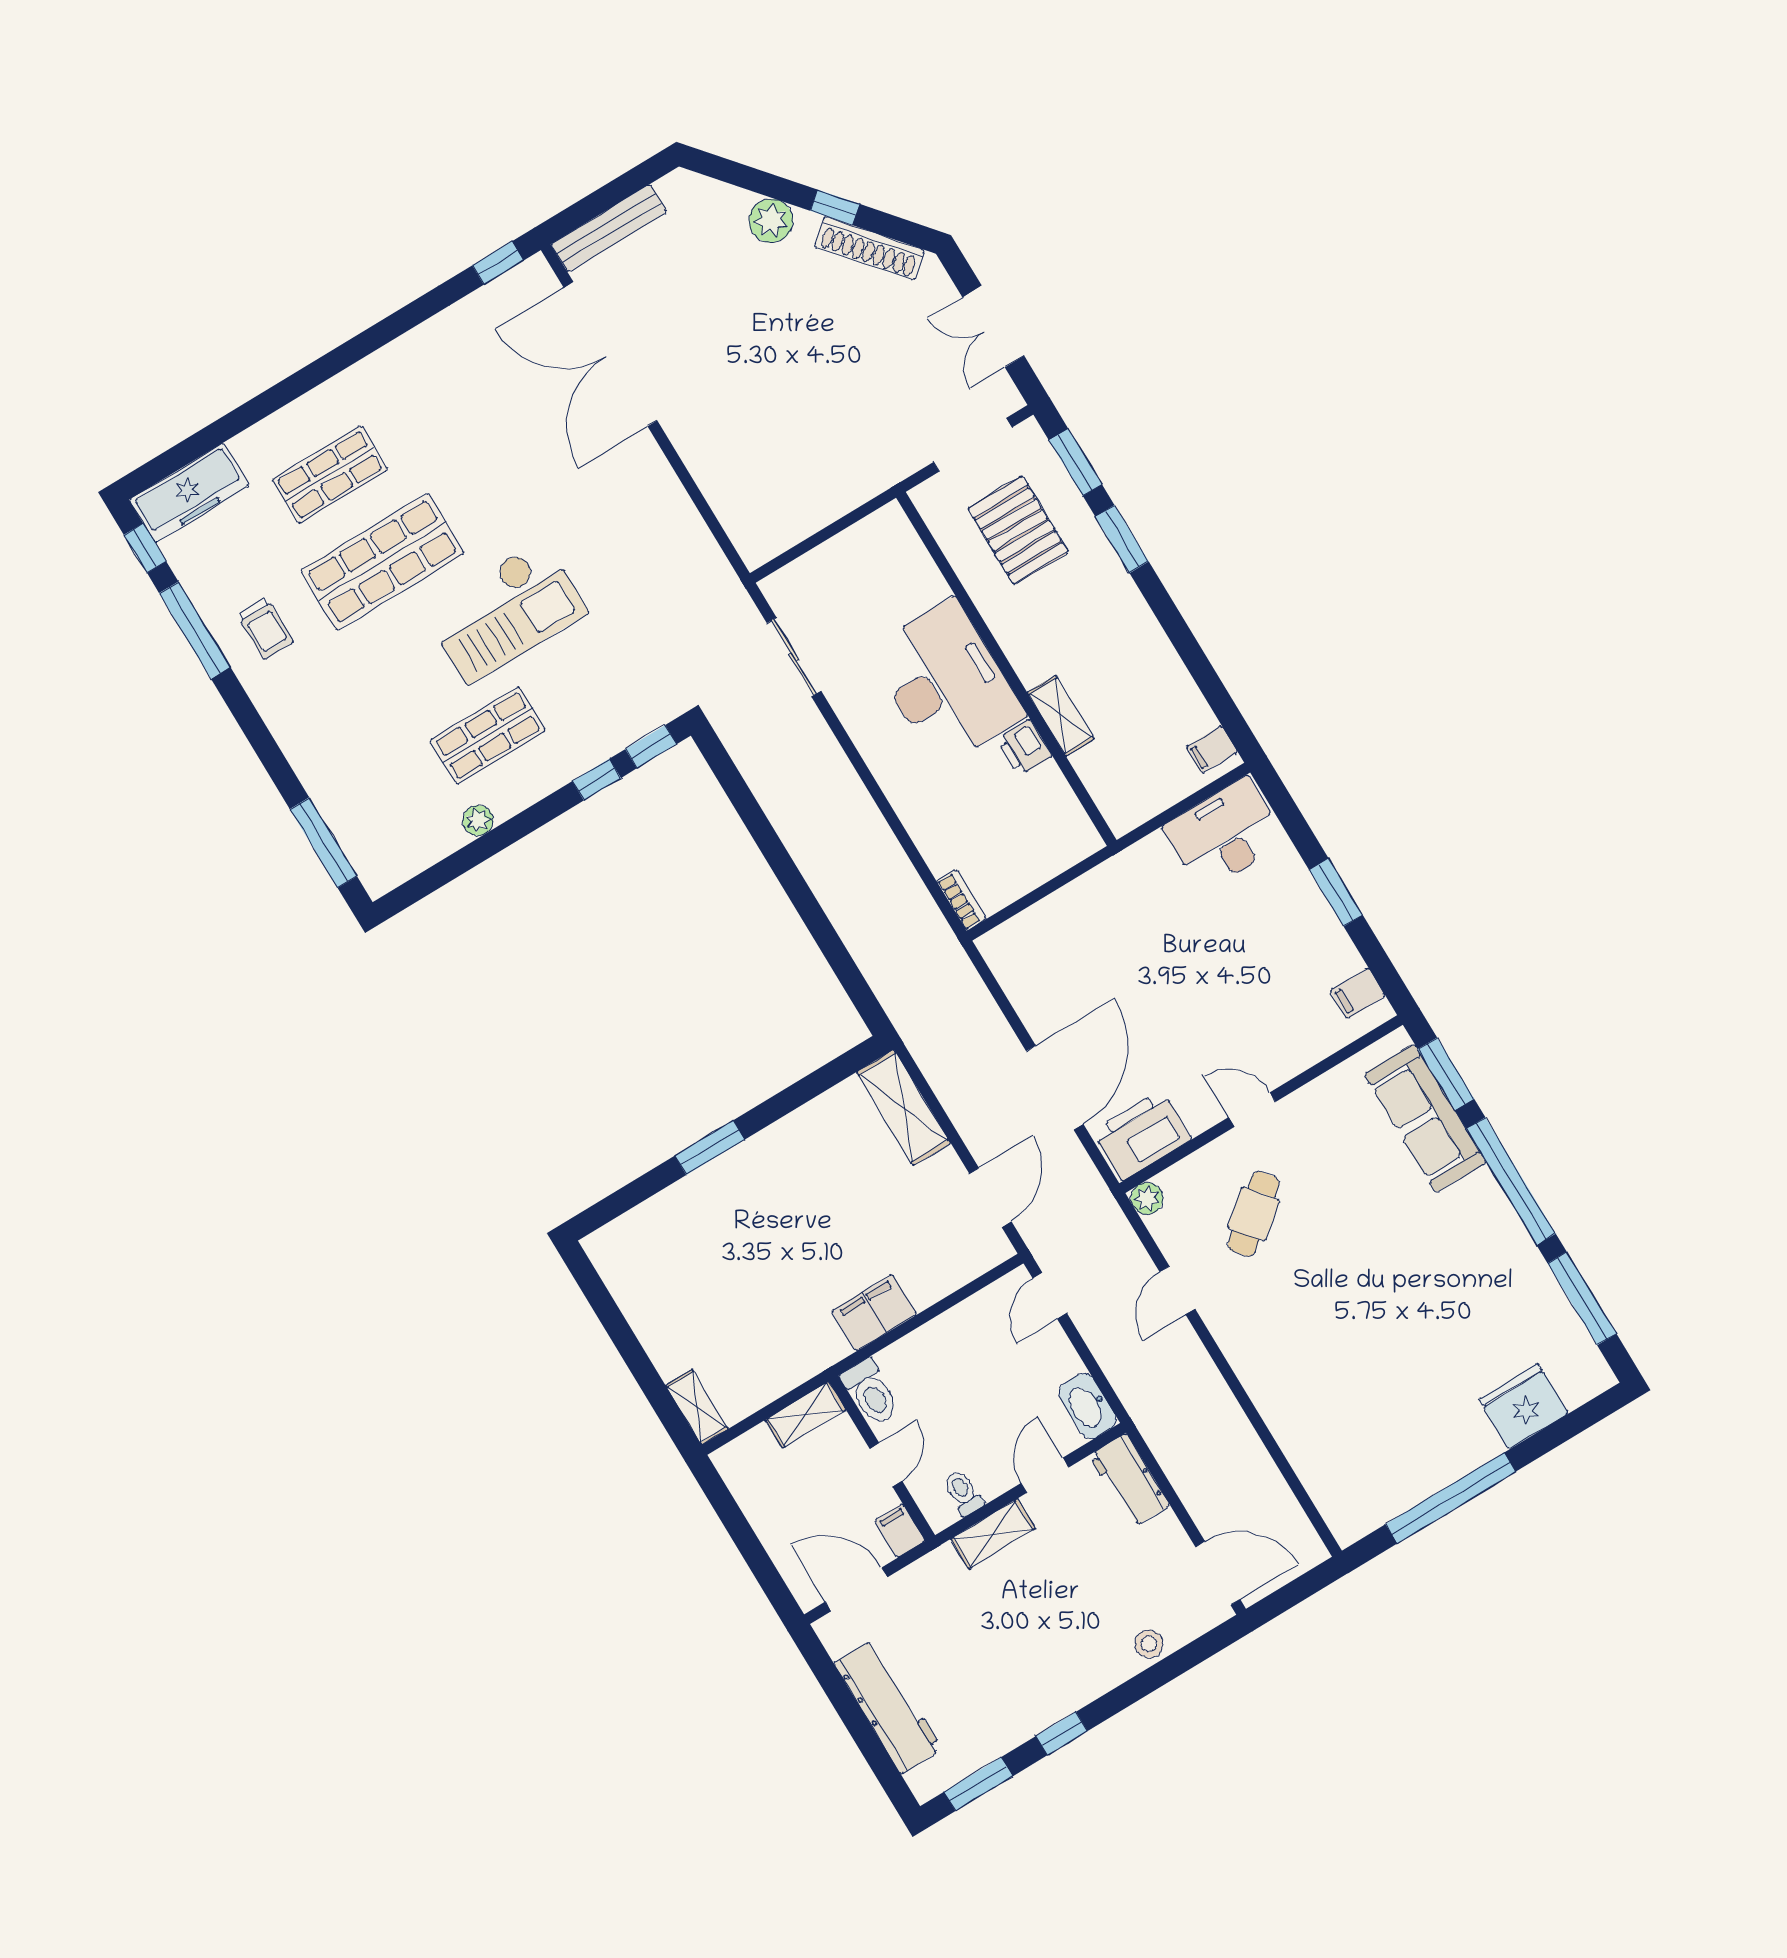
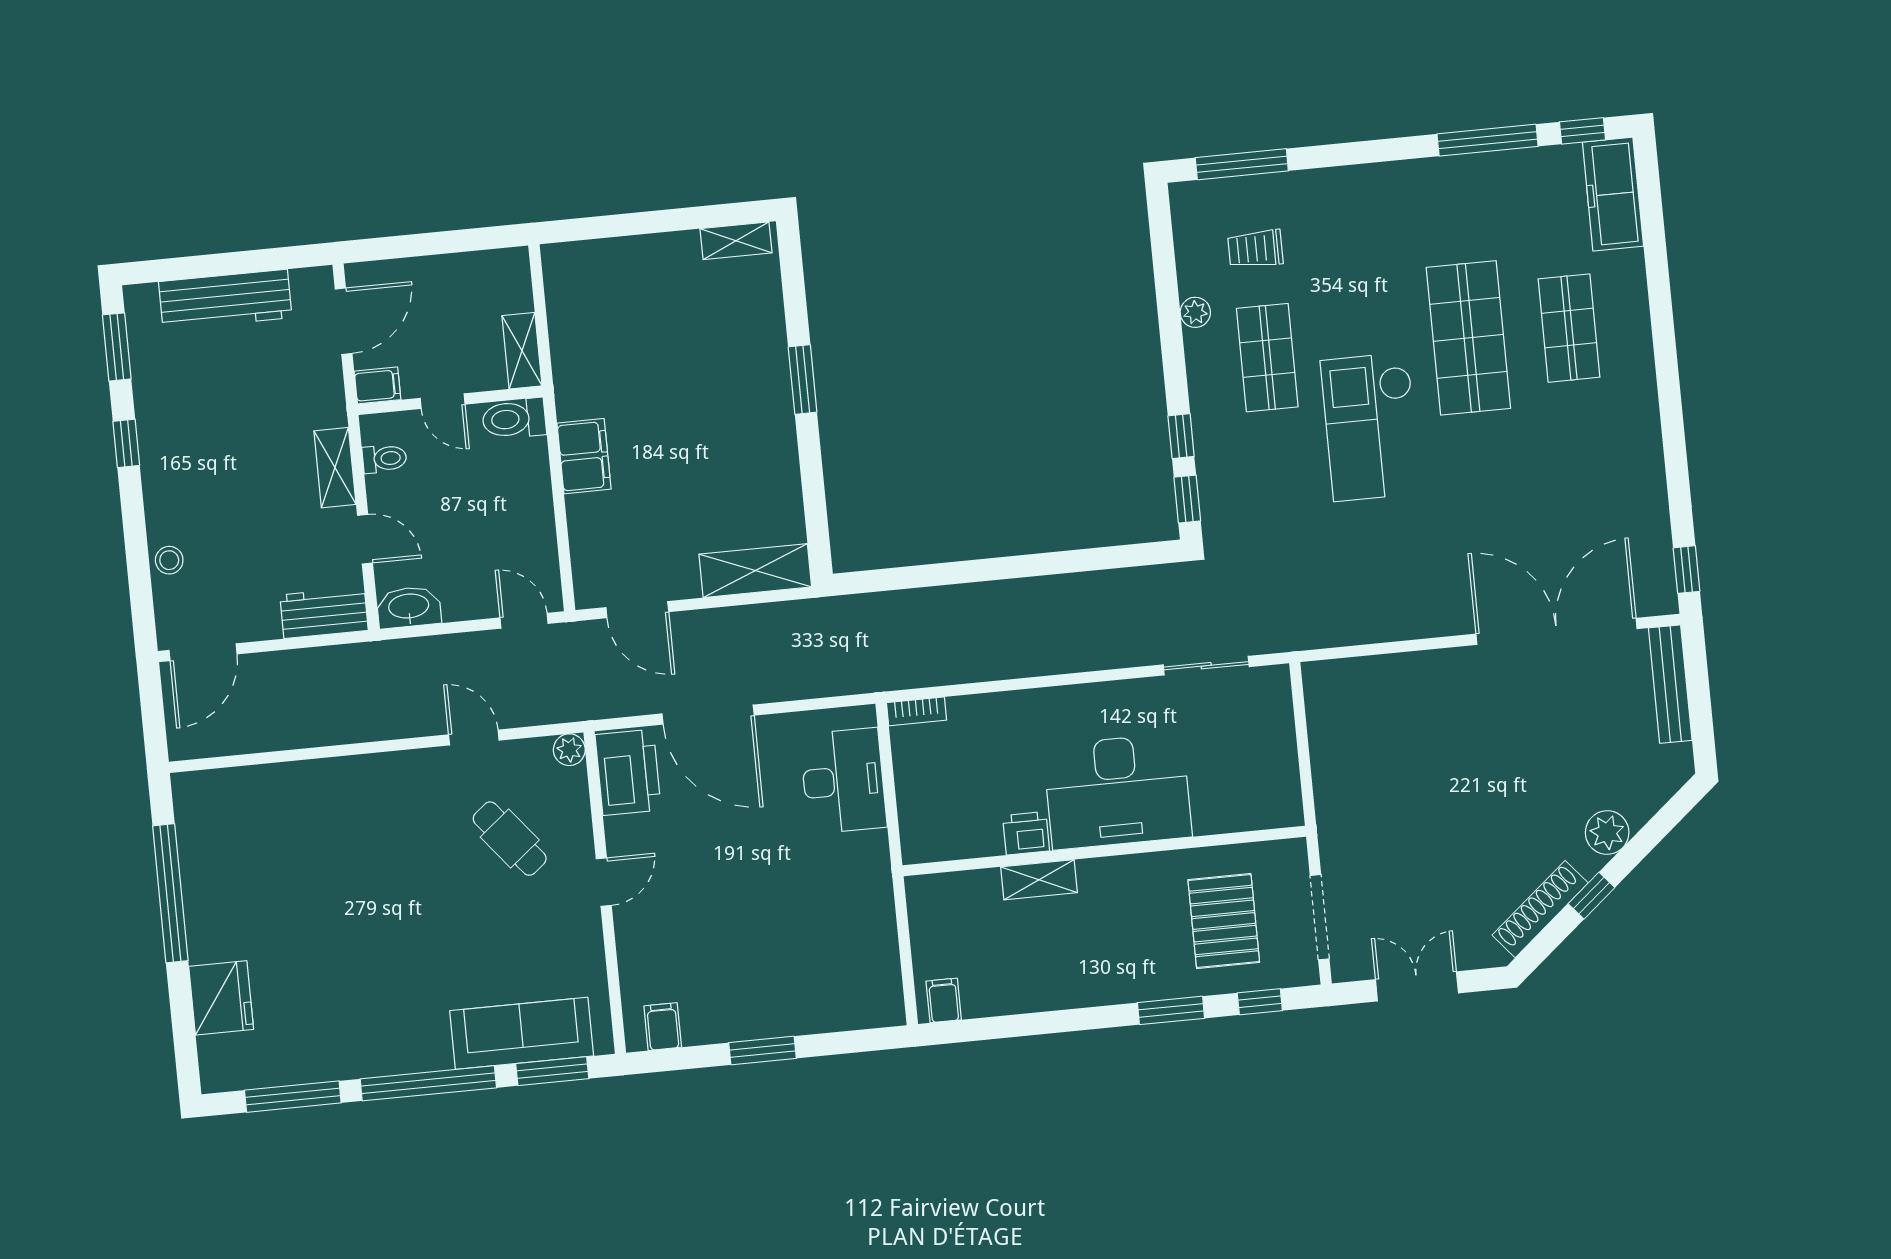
window: (1075, 462) -> (1260, 1002), width x0.67
pallet: (1018, 530) -> (1224, 921), turned 90
trolley: (265, 628) -> (1255, 249), moved
desk: (1225, 834) -> (843, 781), moved
shelving: (697, 1407) -> (736, 241), moved

